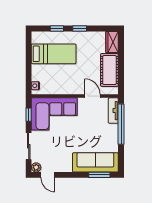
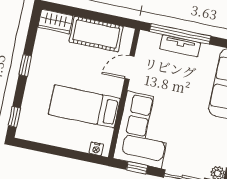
window: (57, 28) -> (14, 117), moved
bed: (54, 54) -> (84, 106), moved, turned -90
tv unit: (113, 111) -> (180, 46), moved

